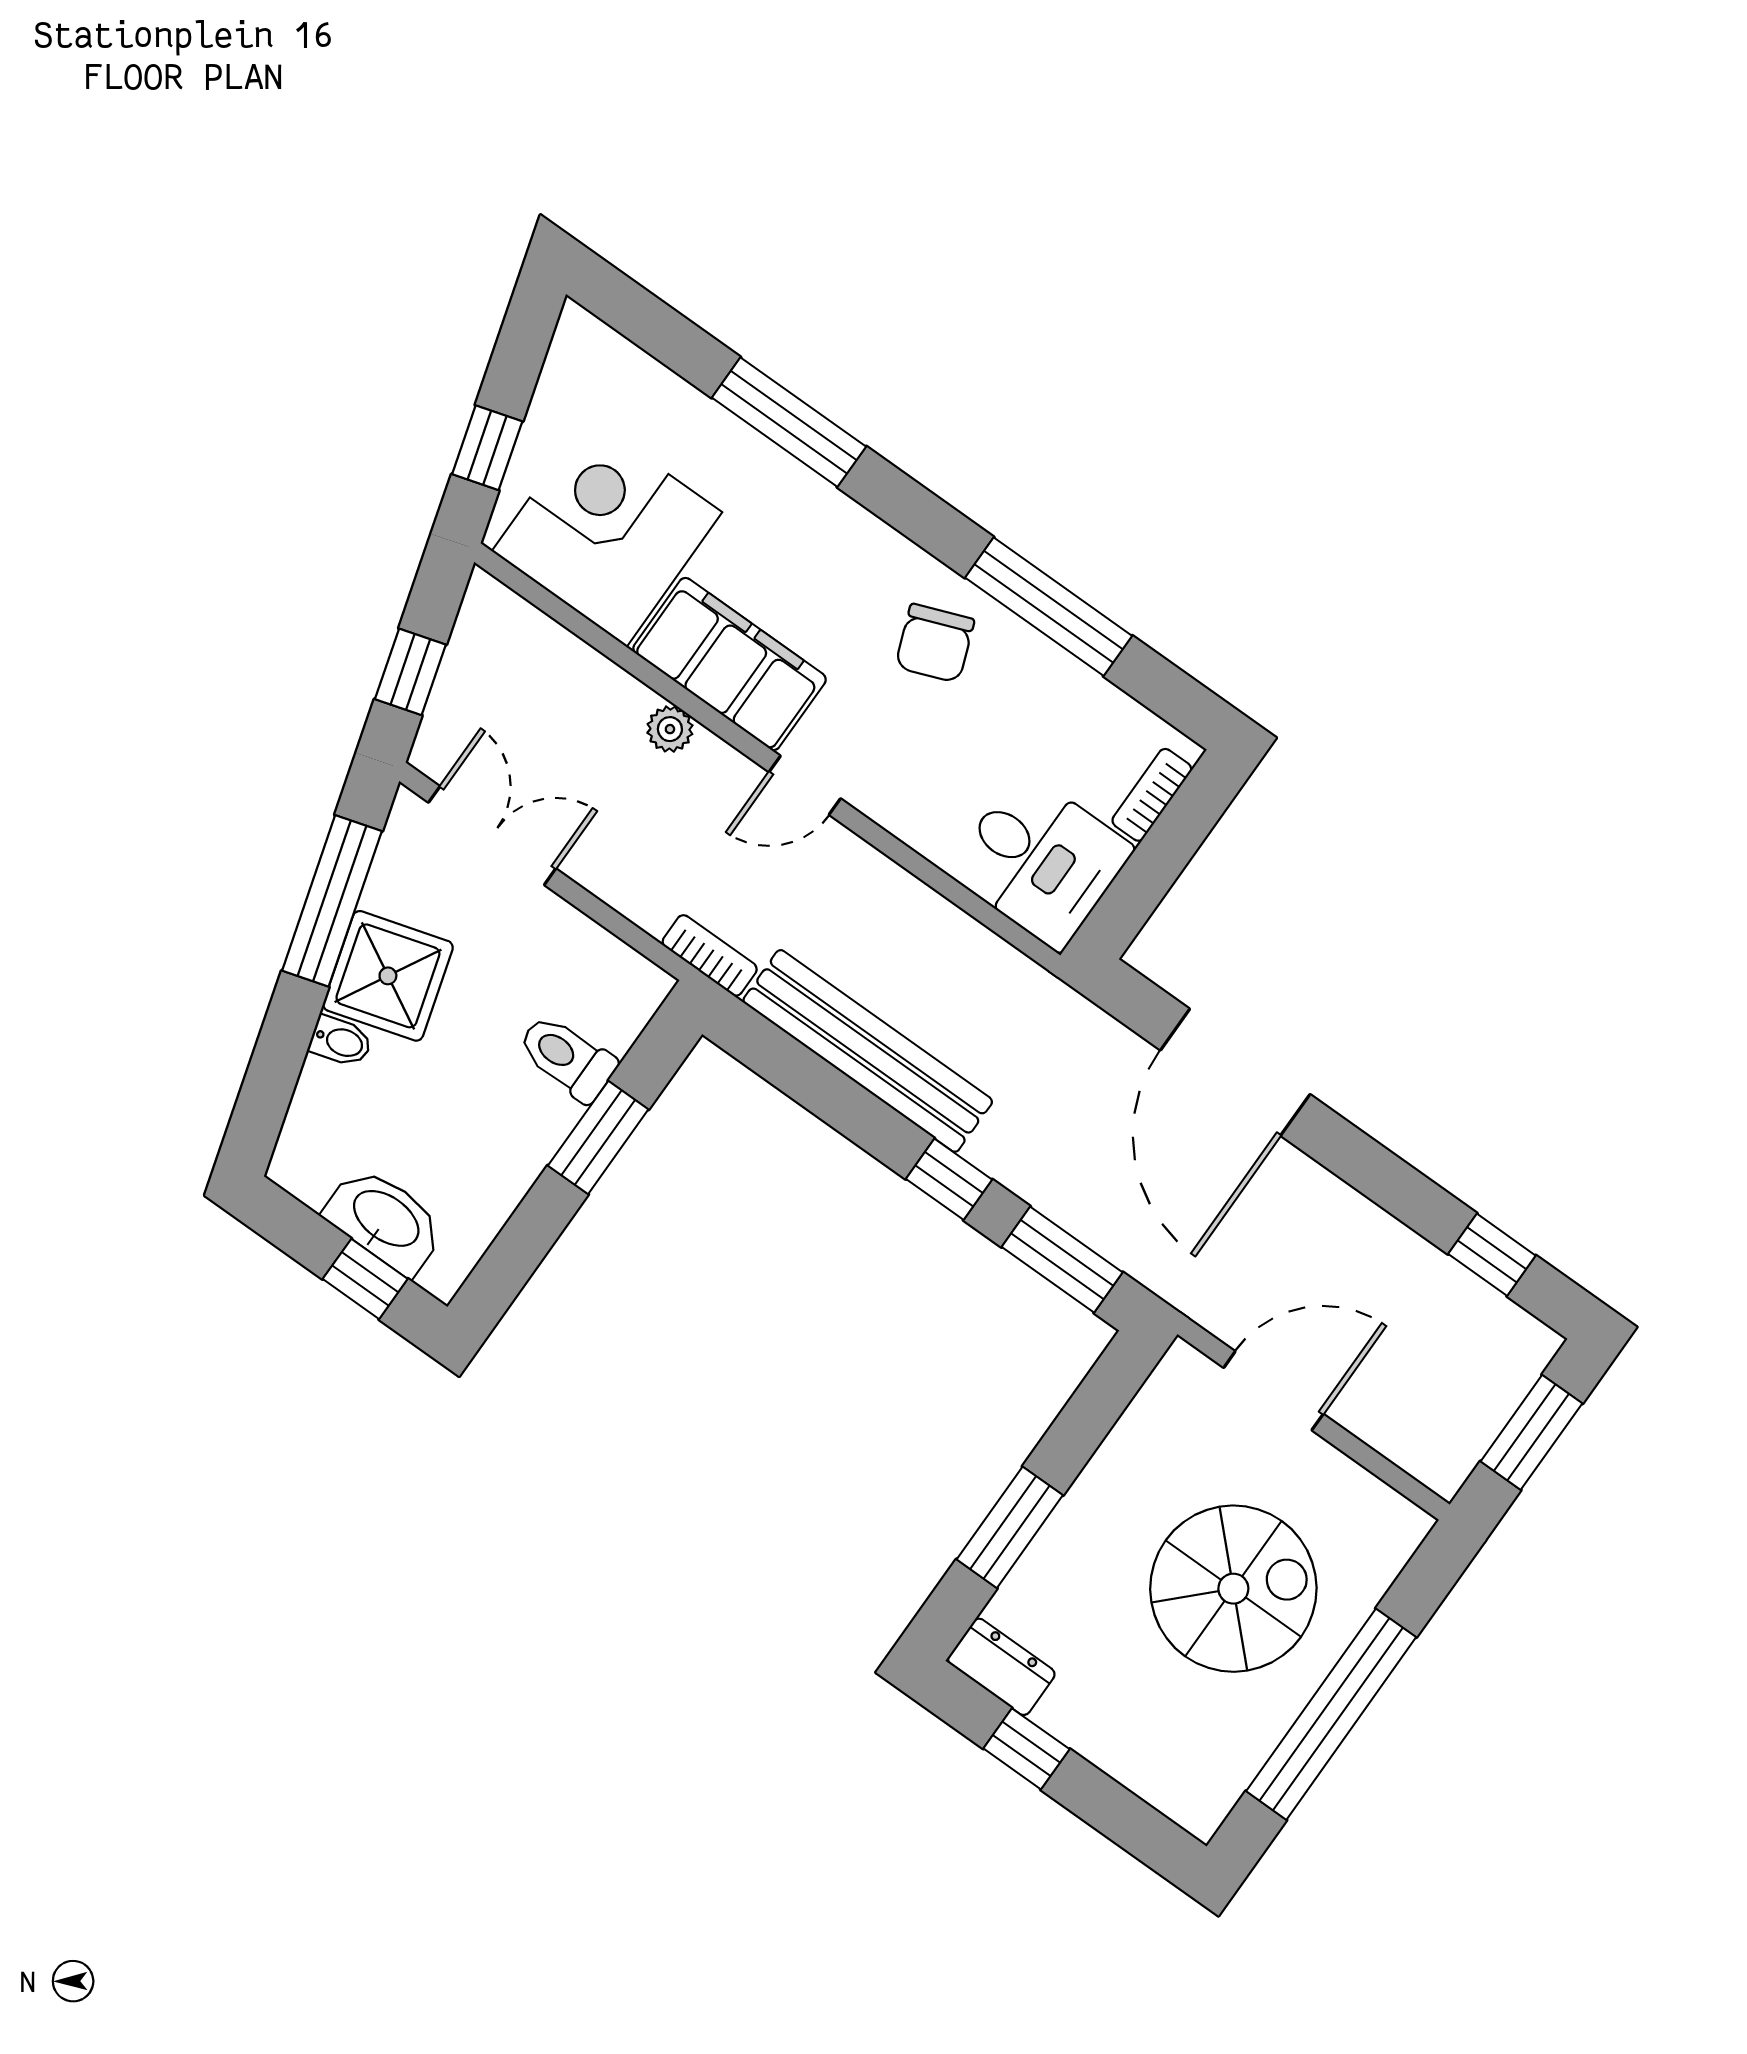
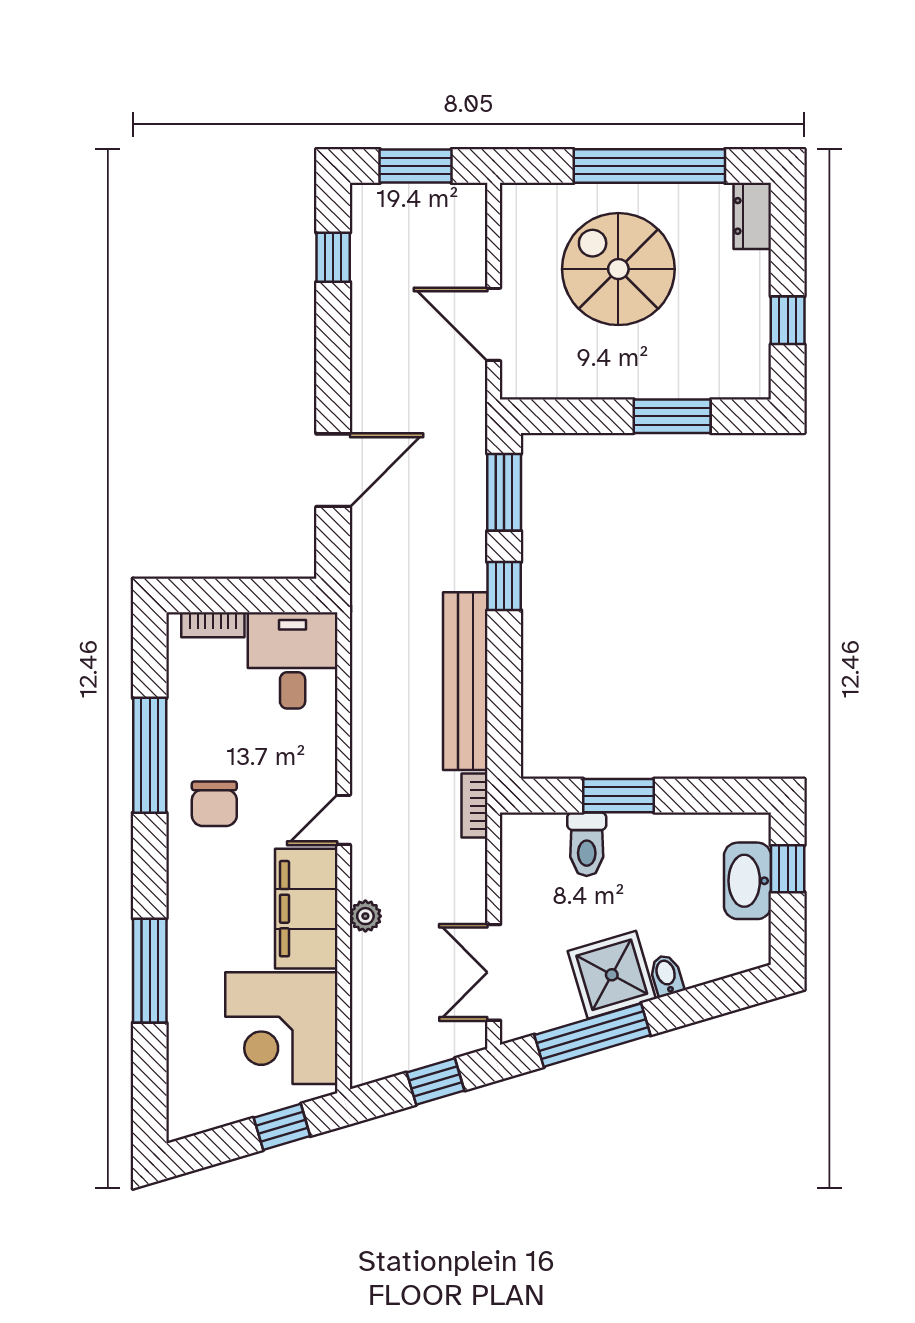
chair: (935, 643) -> (214, 804), turned 111
door: (805, 785) -> (344, 820), swing flipped
door: (1235, 1072) -> (333, 470), width x0.73
dresser: (1001, 1667) -> (752, 216), moved

